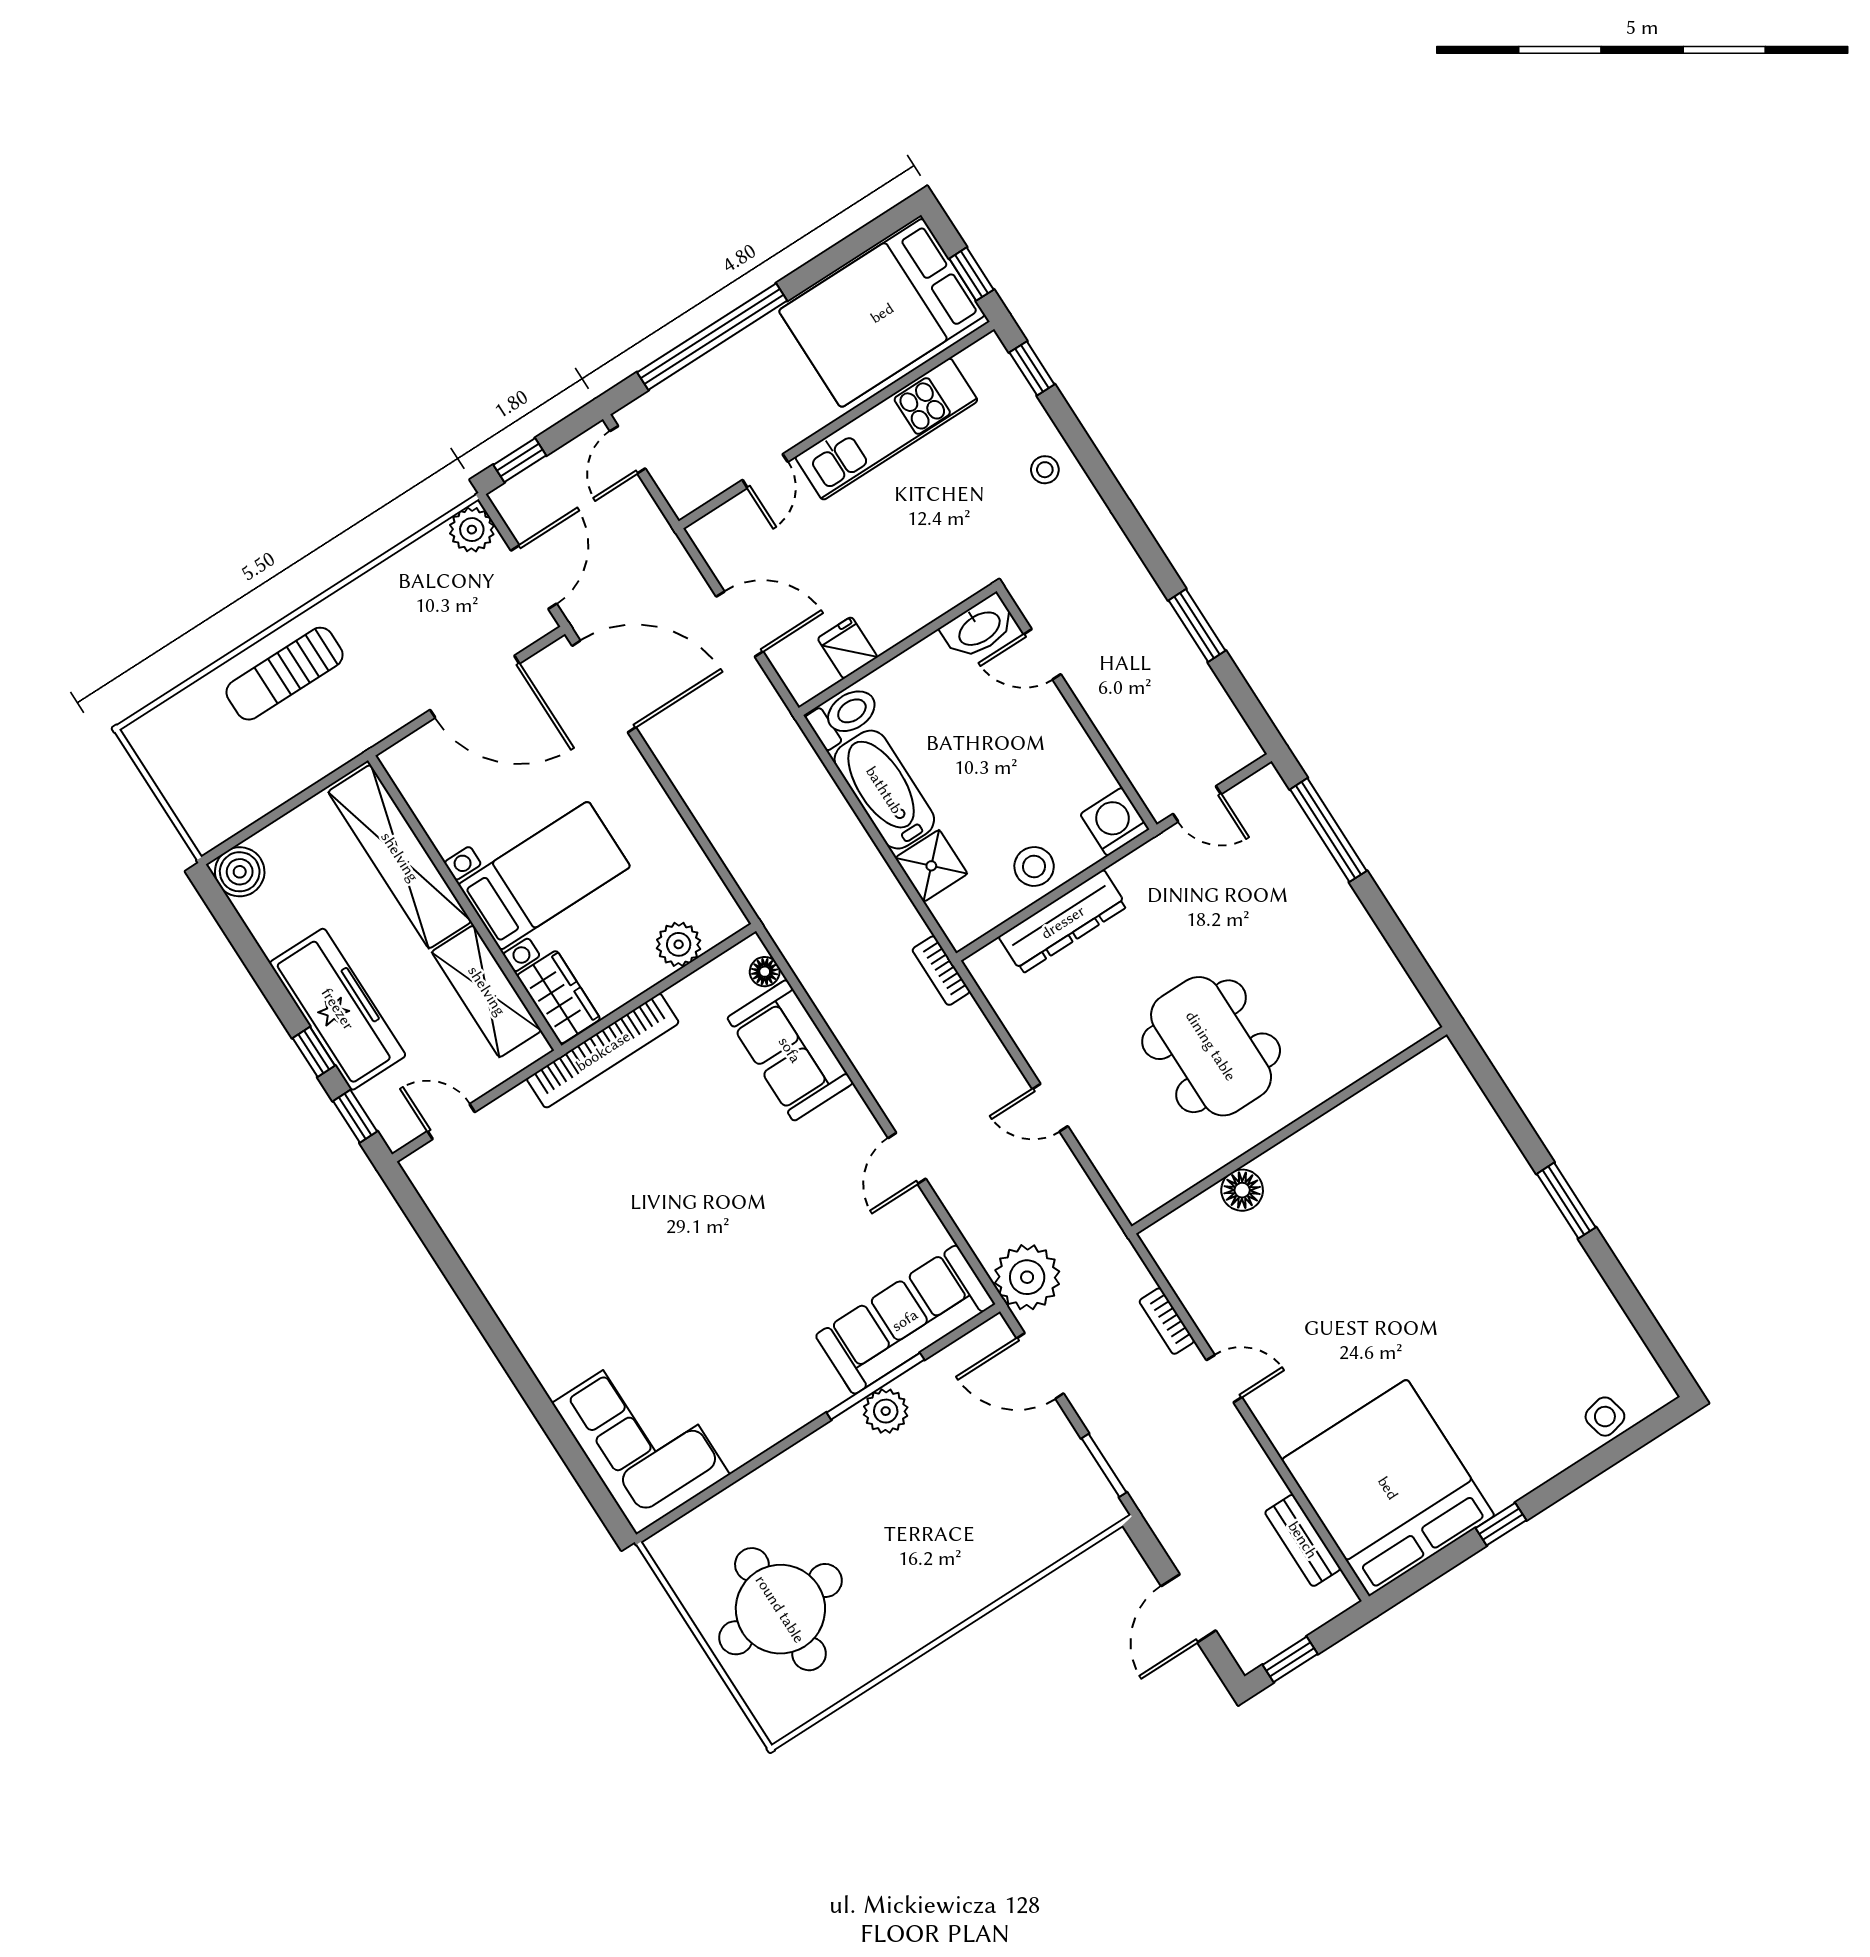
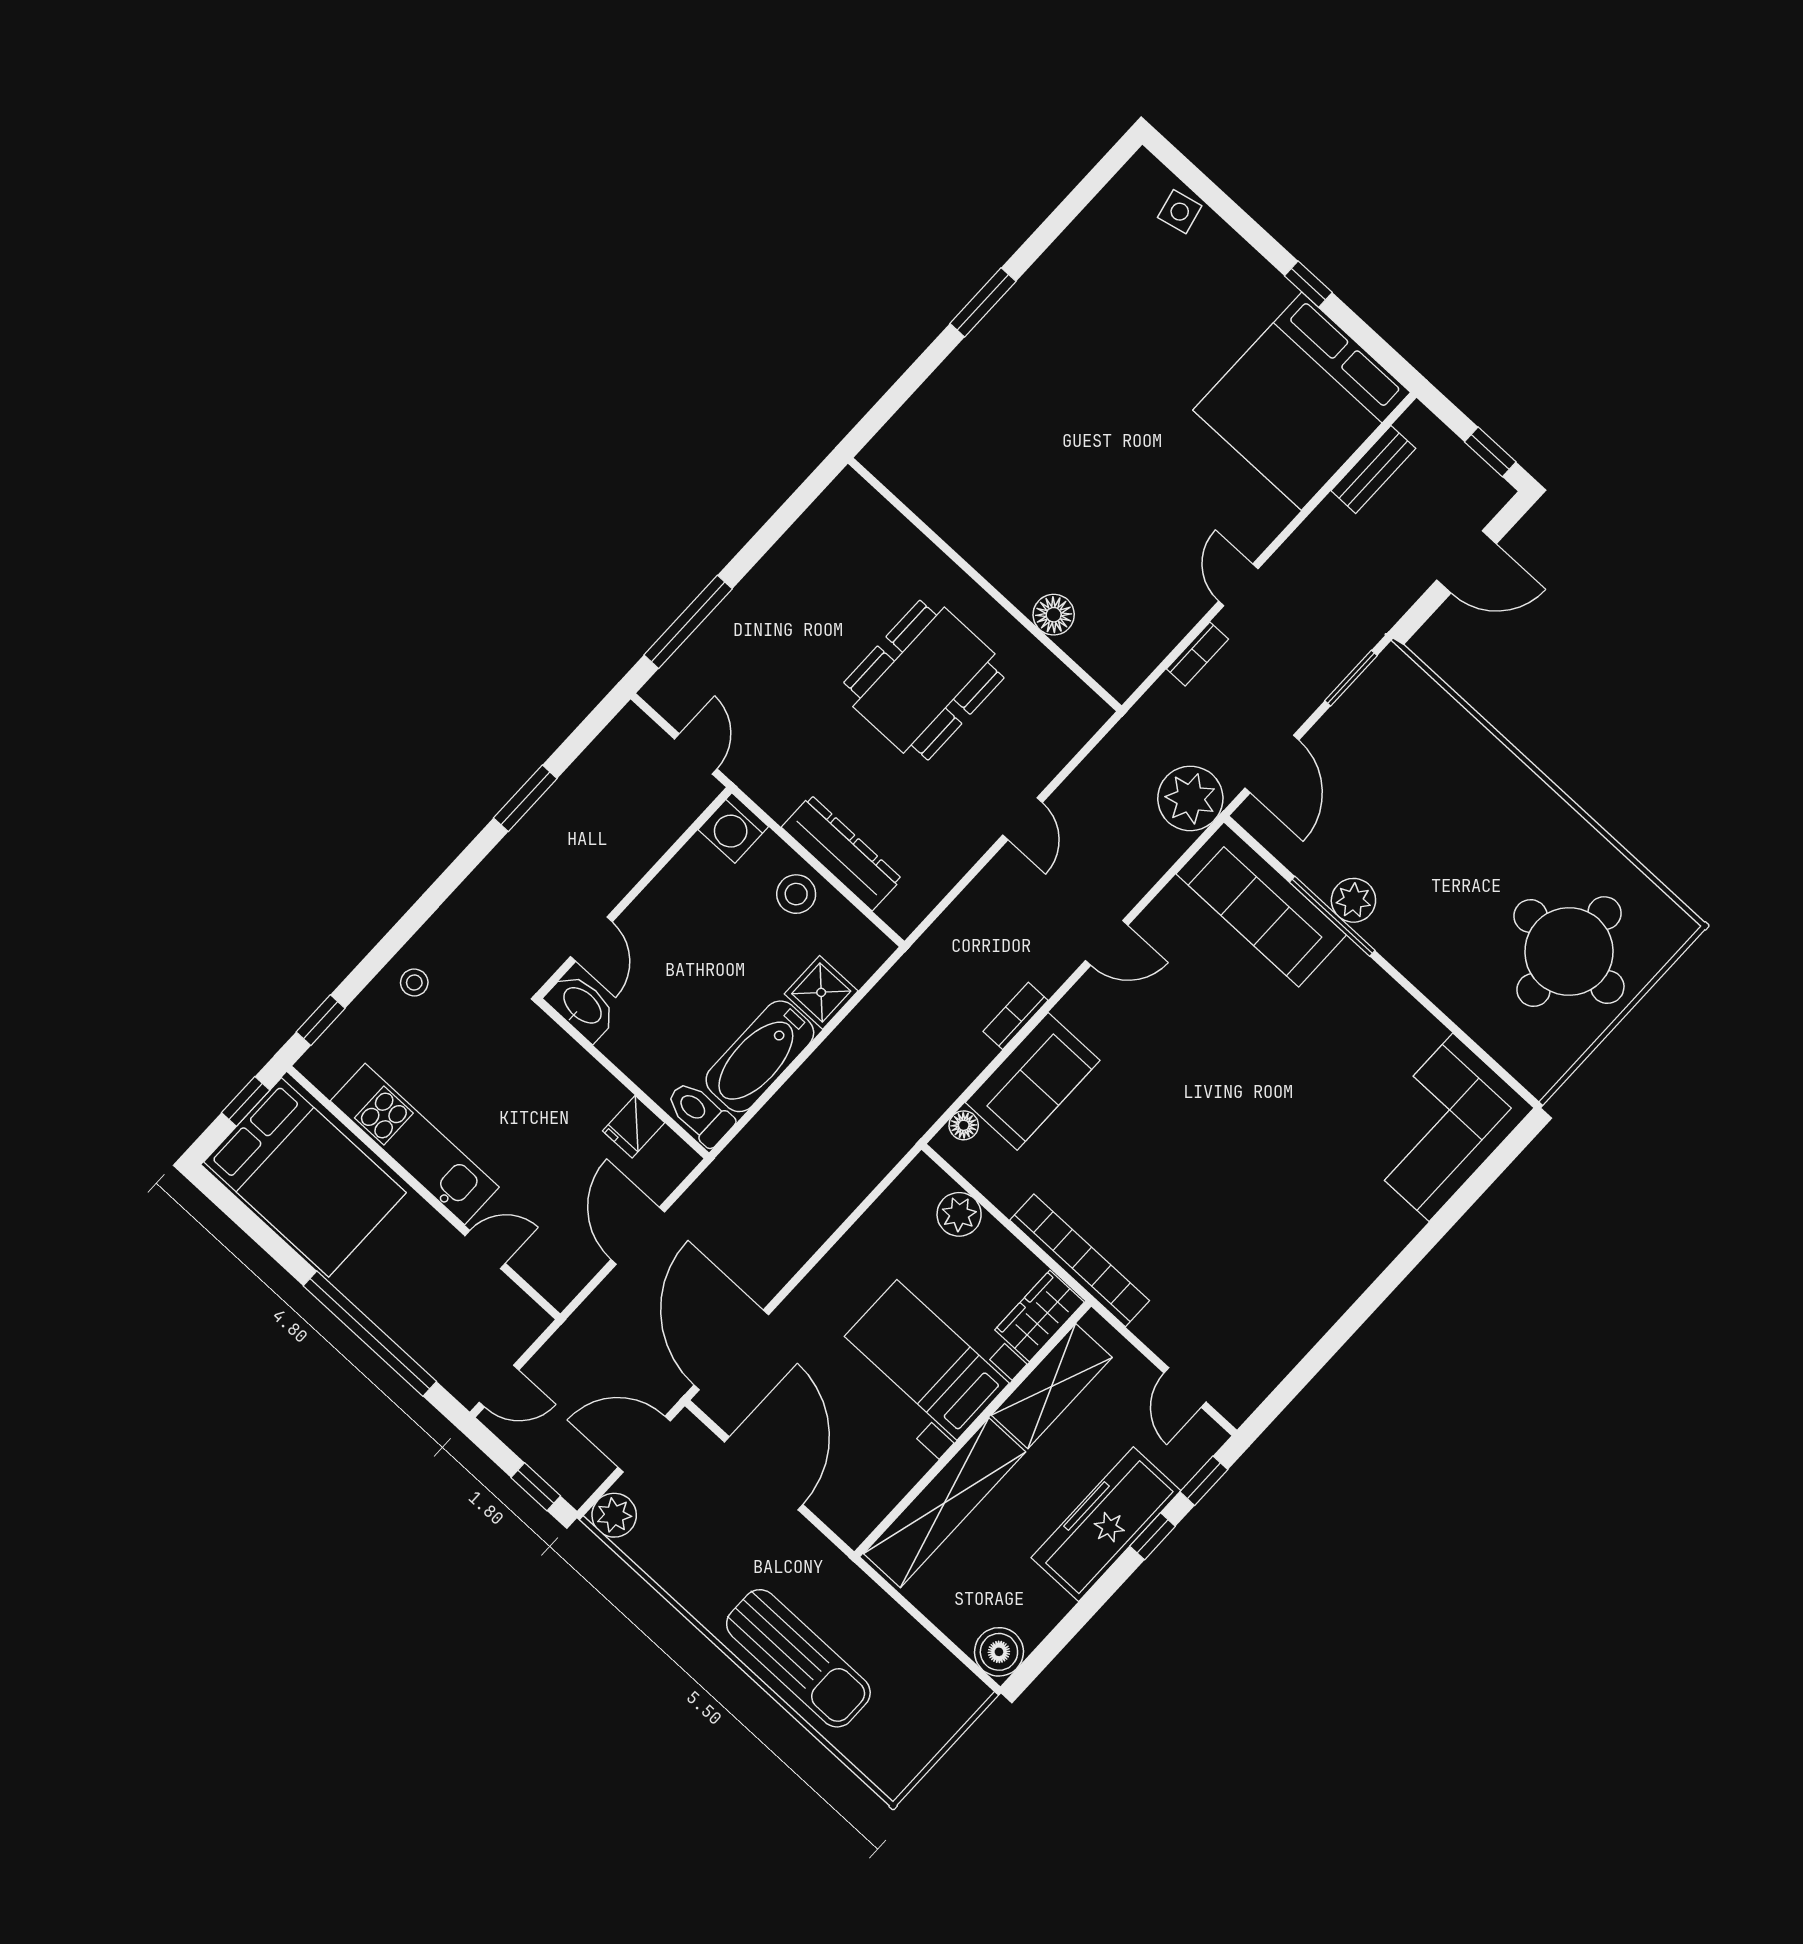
sun lounger: (285, 674) -> (798, 1658), width x1.36, depth x1.34
bookcase: (941, 971) -> (1016, 1016), moved, turned 180

